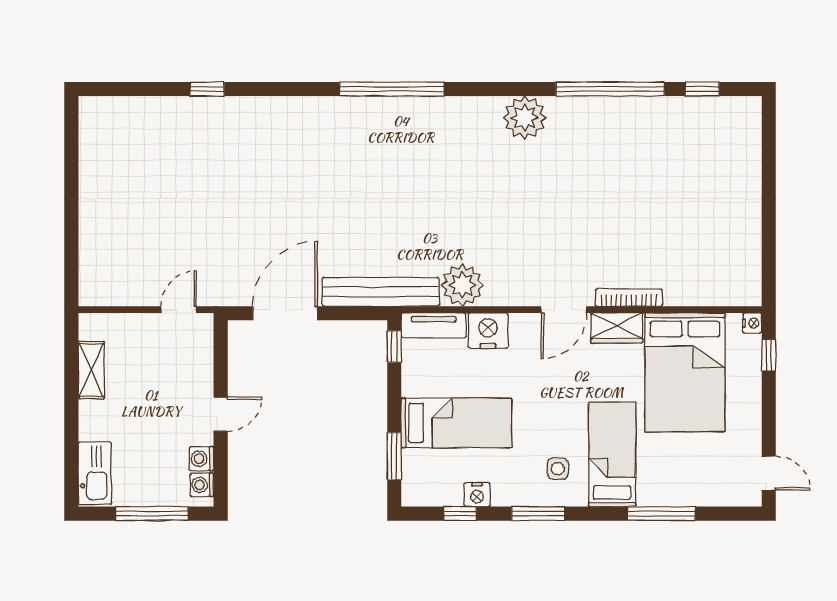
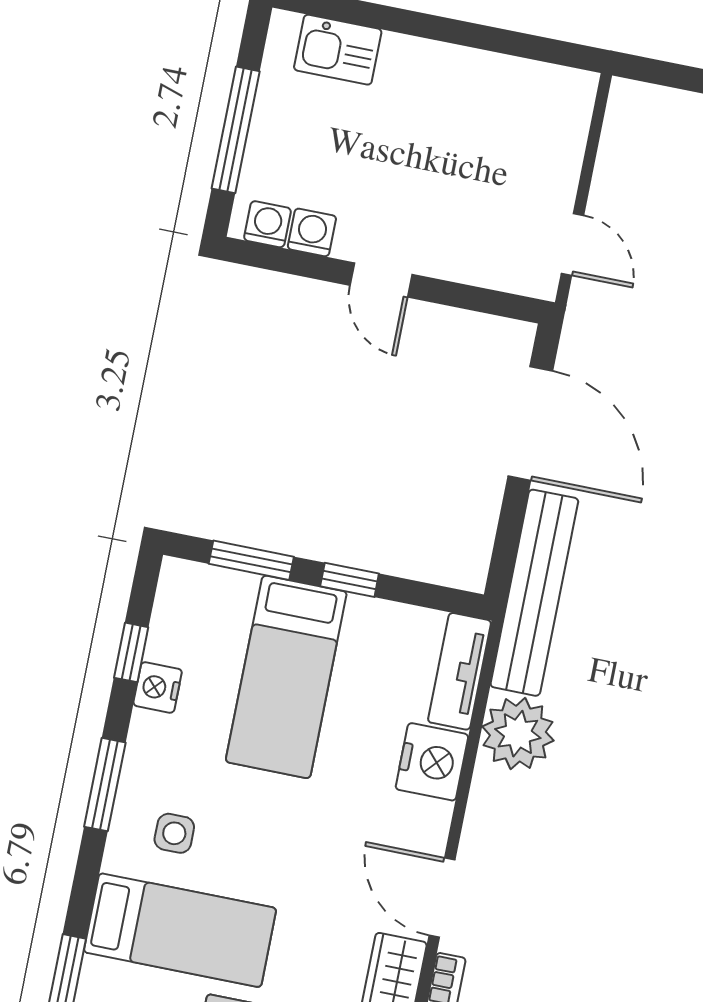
window: (394, 346) -> (350, 580), moved
shelving: (91, 370) -> (499, 75), removed
kitchen sink: (95, 473) -> (338, 50), width x0.73

